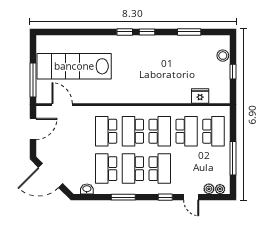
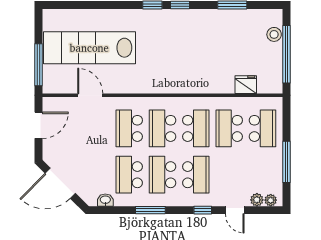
window: (233, 72) -> (287, 54), width x3.17
door: (62, 105) -> (90, 95), moved
school desk: (187, 131) -> (229, 128), turned 180

